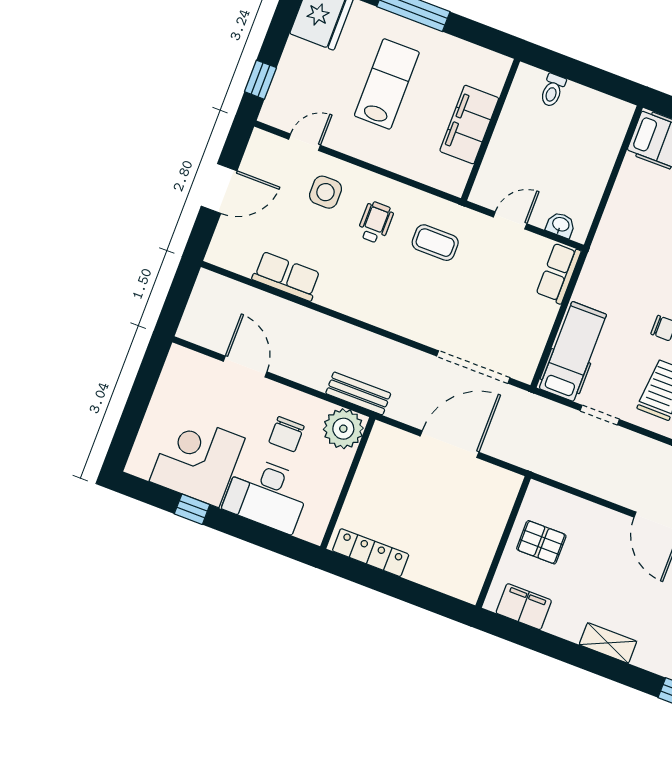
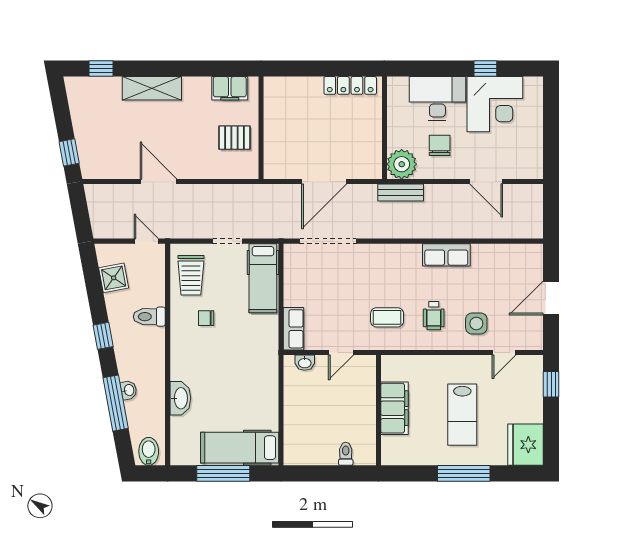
row of seats: (286, 276) -> (446, 255), moved
shelving: (608, 643) -> (152, 88), width x1.50, depth x1.33

